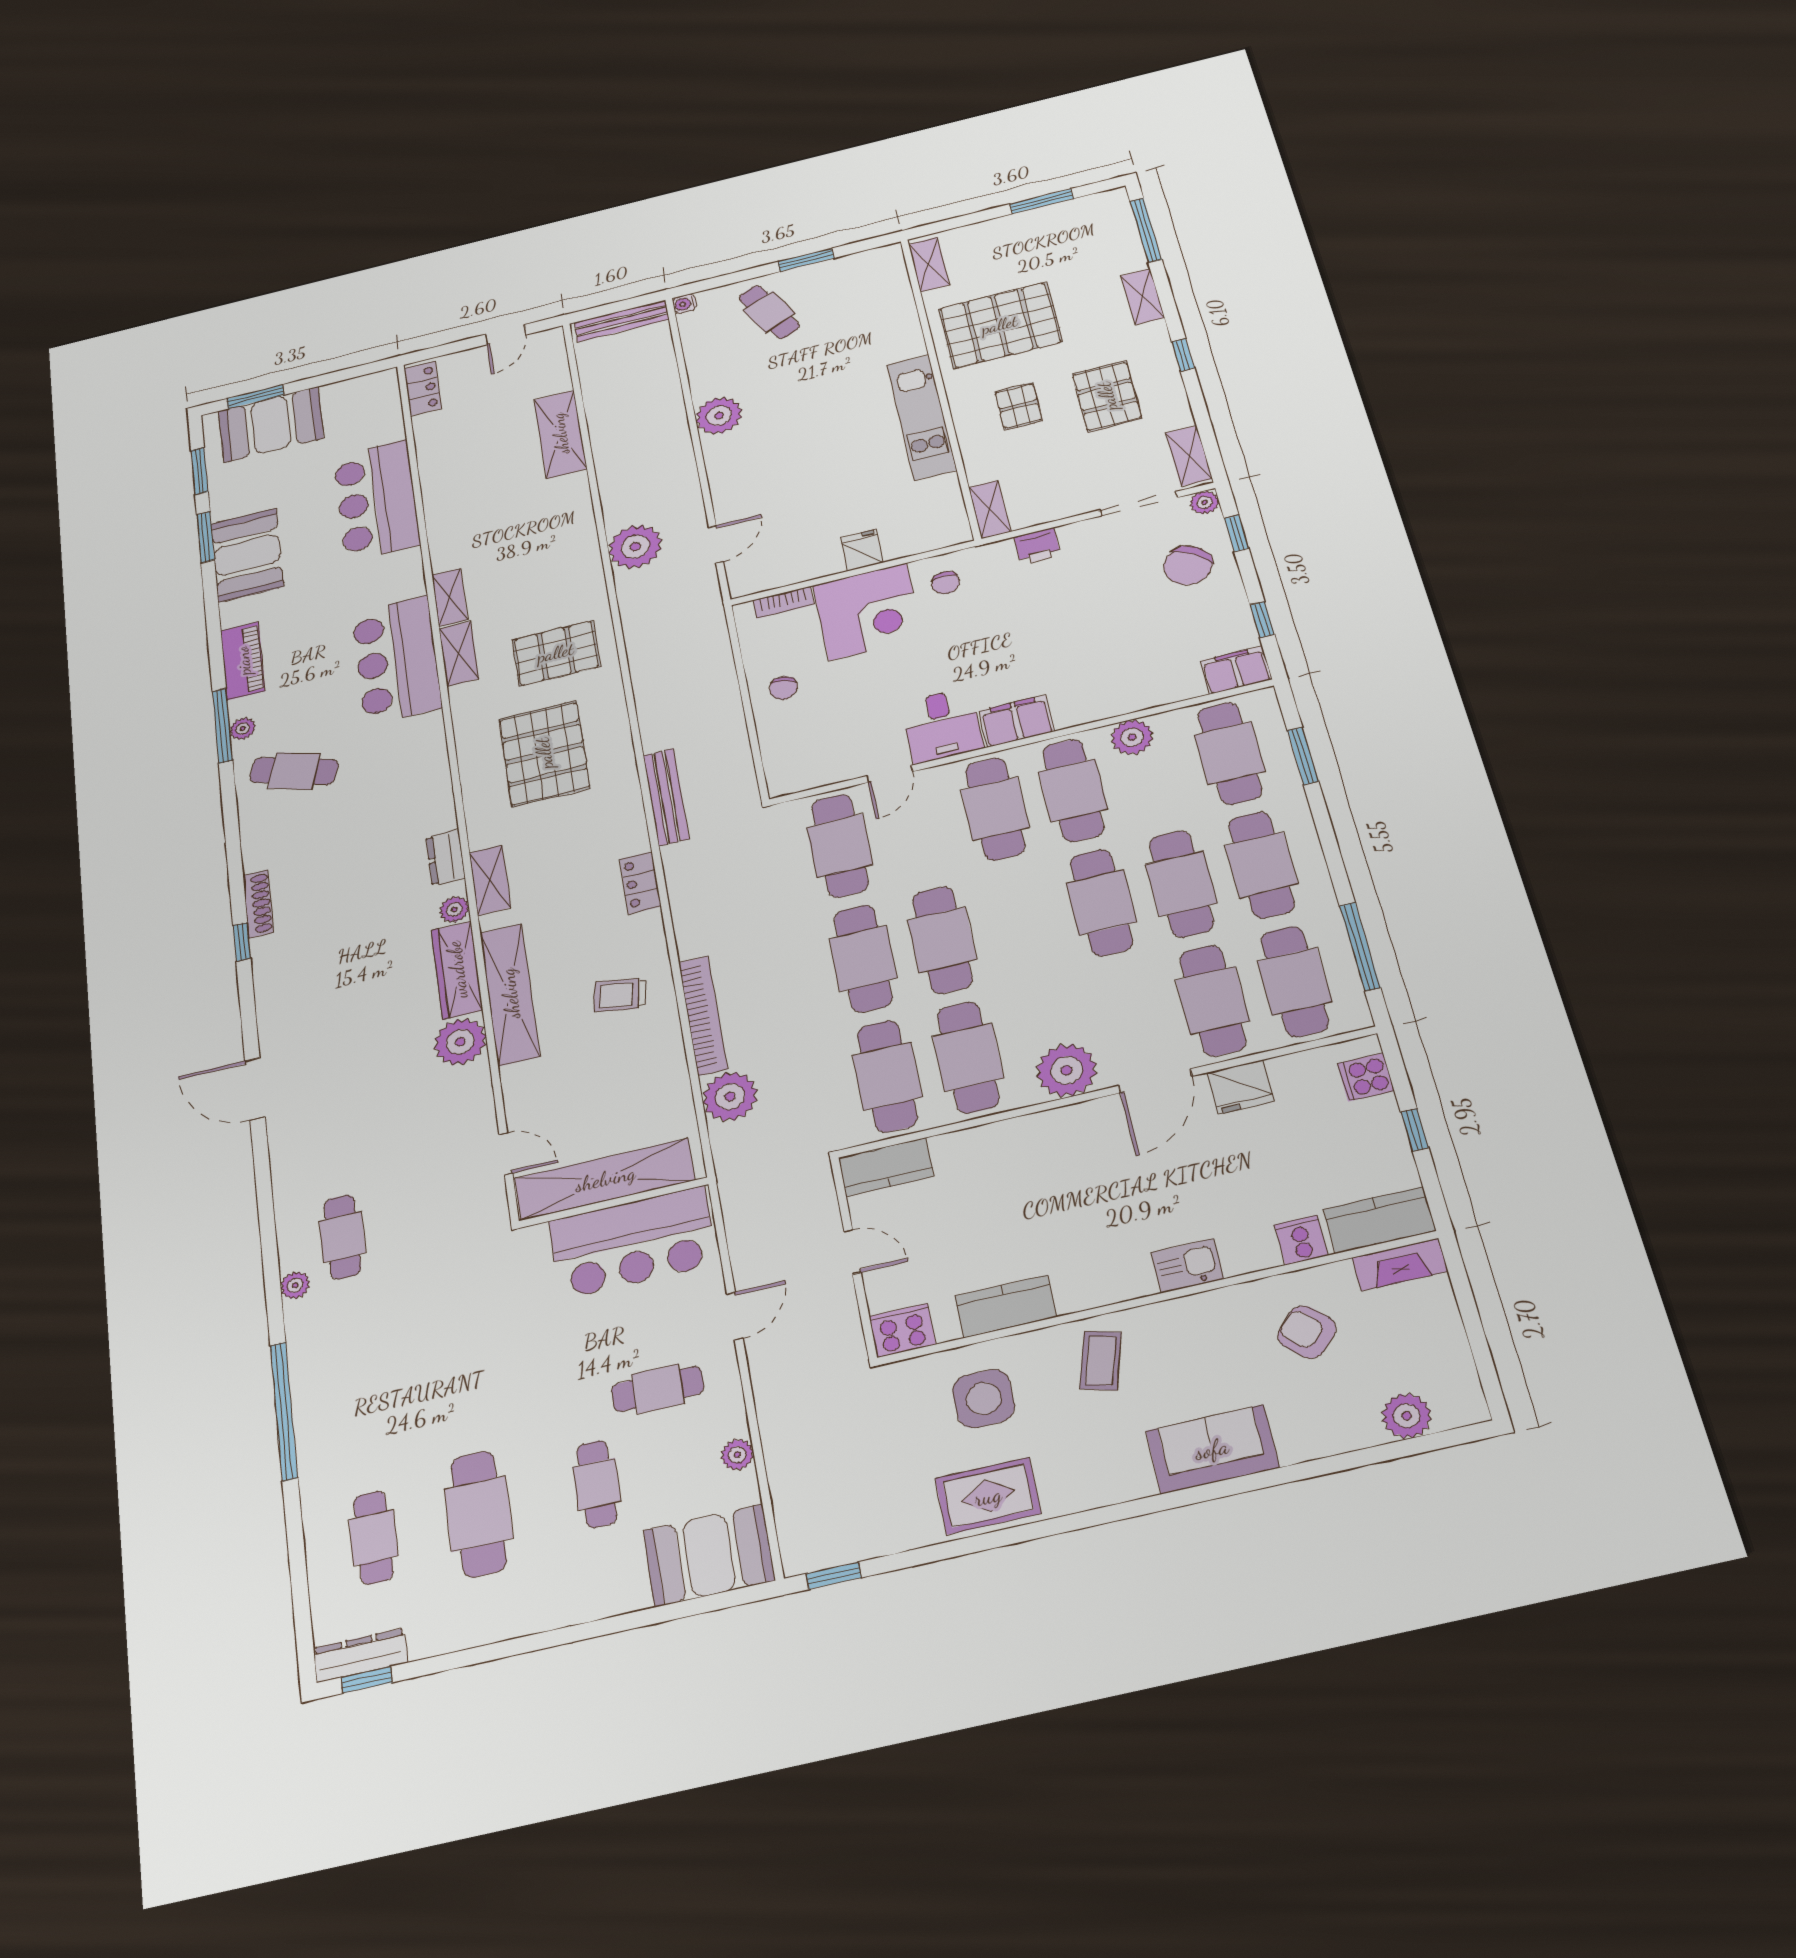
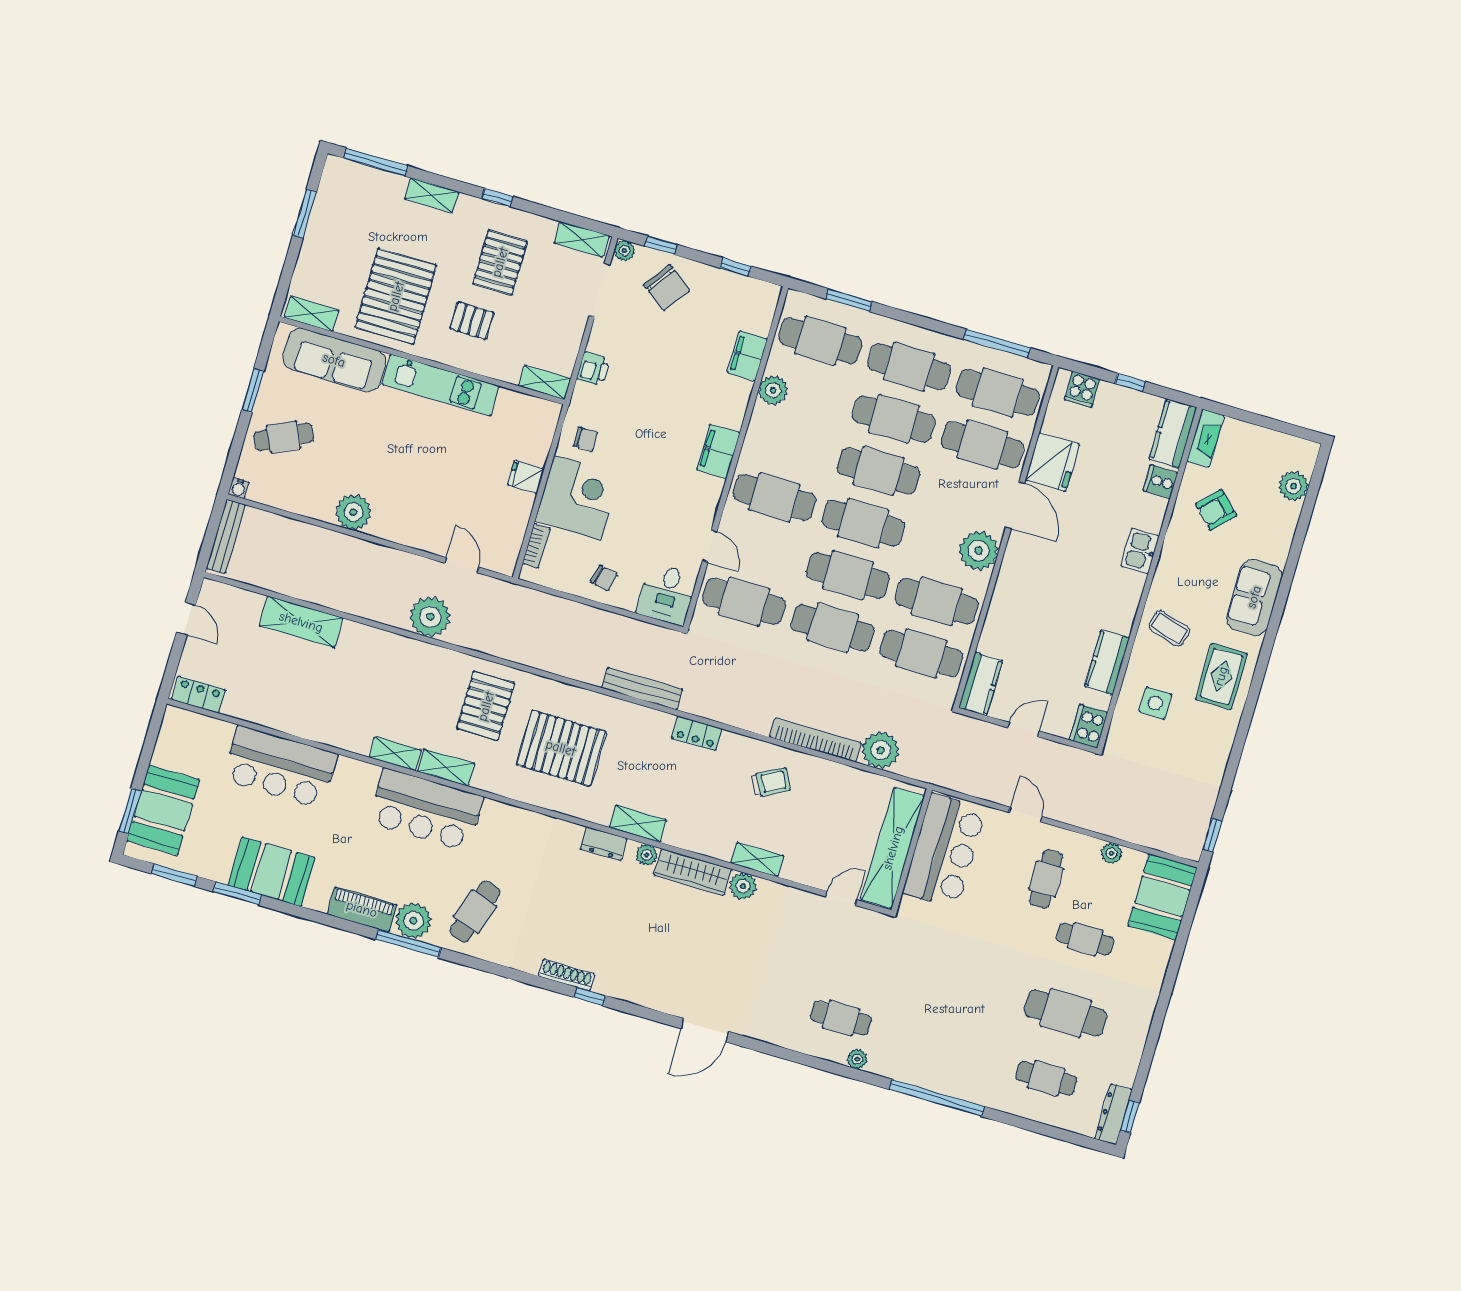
sofa: (888, 310) -> (334, 360), added
pallet: (1107, 396) -> (500, 262), turned 90
filing cabinet: (1236, 670) -> (747, 356), moved
desk: (942, 725) -> (667, 594), moved, turned 90
plant: (243, 729) -> (413, 921), width x1.87, depth x1.87
cafe table: (1073, 790) -> (863, 523), moved
shelving: (510, 994) -> (757, 860), width x0.45, depth x0.75
trolley: (620, 995) -> (771, 782), turned -128
plant: (460, 1042) -> (743, 886), width x0.73, depth x0.73
fridge: (1241, 1087) -> (1052, 462), width x1.36, depth x1.34
side table: (984, 1399) -> (1155, 703), width x0.73, depth x0.73
rug: (988, 1496) -> (1221, 676), moved

